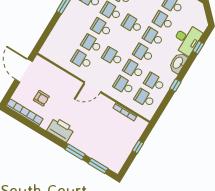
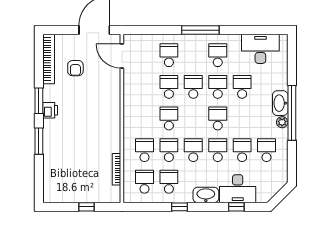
school desk: (82, 60) -> (169, 55), moved
door: (92, 87) -> (122, 56), moved
printer: (61, 130) -> (50, 110), width x0.53, depth x0.68
window: (98, 166) -> (39, 101), moved

